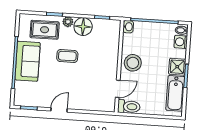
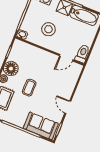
sofa: (28, 61) -> (41, 126), moved
stool: (133, 63) -> (49, 29), moved
door: (118, 89) -> (66, 58), swing flipped

